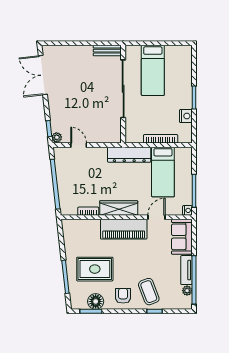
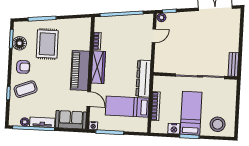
stool: (178, 65) -> (218, 124), added
bed: (153, 70) -> (191, 113), moved, turned 90

